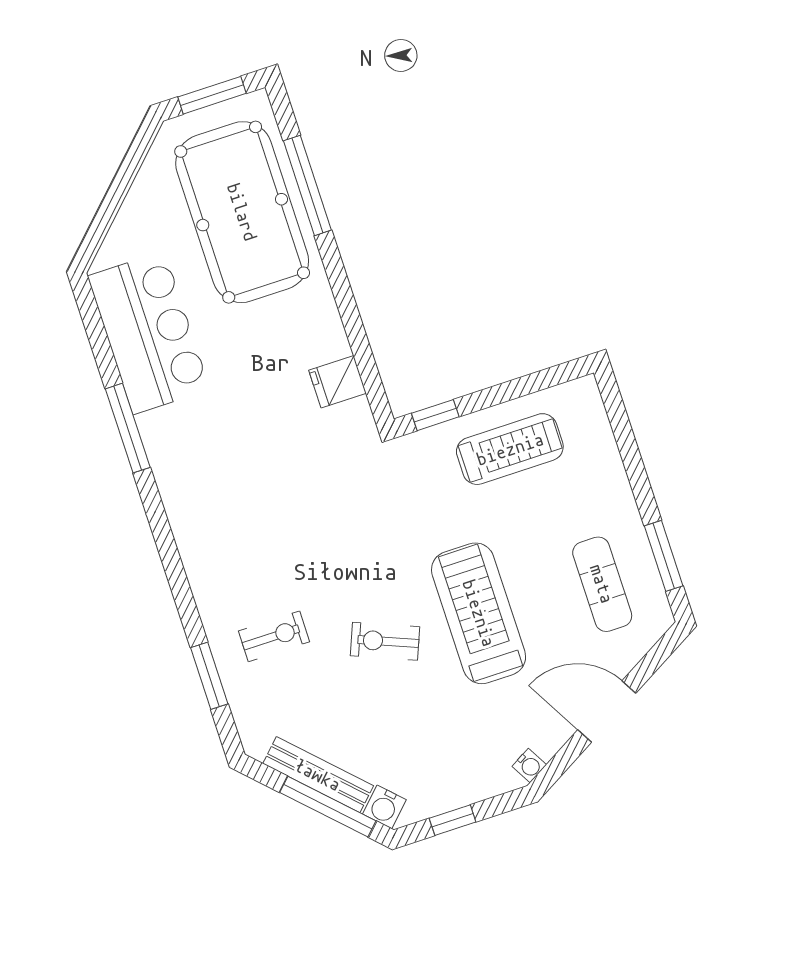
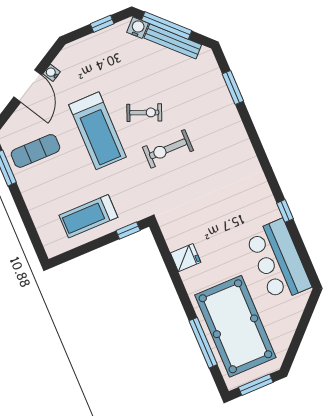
fridge: (337, 382) -> (186, 258), moved
window: (128, 428) -> (285, 211), width x0.46
exercise mat: (602, 584) -> (35, 151), turned 90
exercise bike: (274, 636) -> (168, 149), moved, width x1.38, depth x1.39
door: (607, 712) -> (28, 86), hinge flipped
water cooler: (529, 765) -> (52, 73), moved

